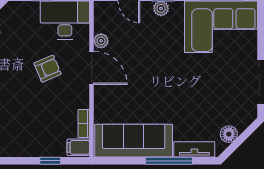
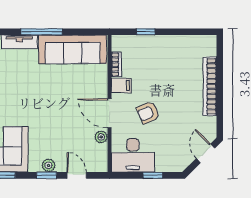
filing cabinet: (78, 147) -> (121, 85), moved

